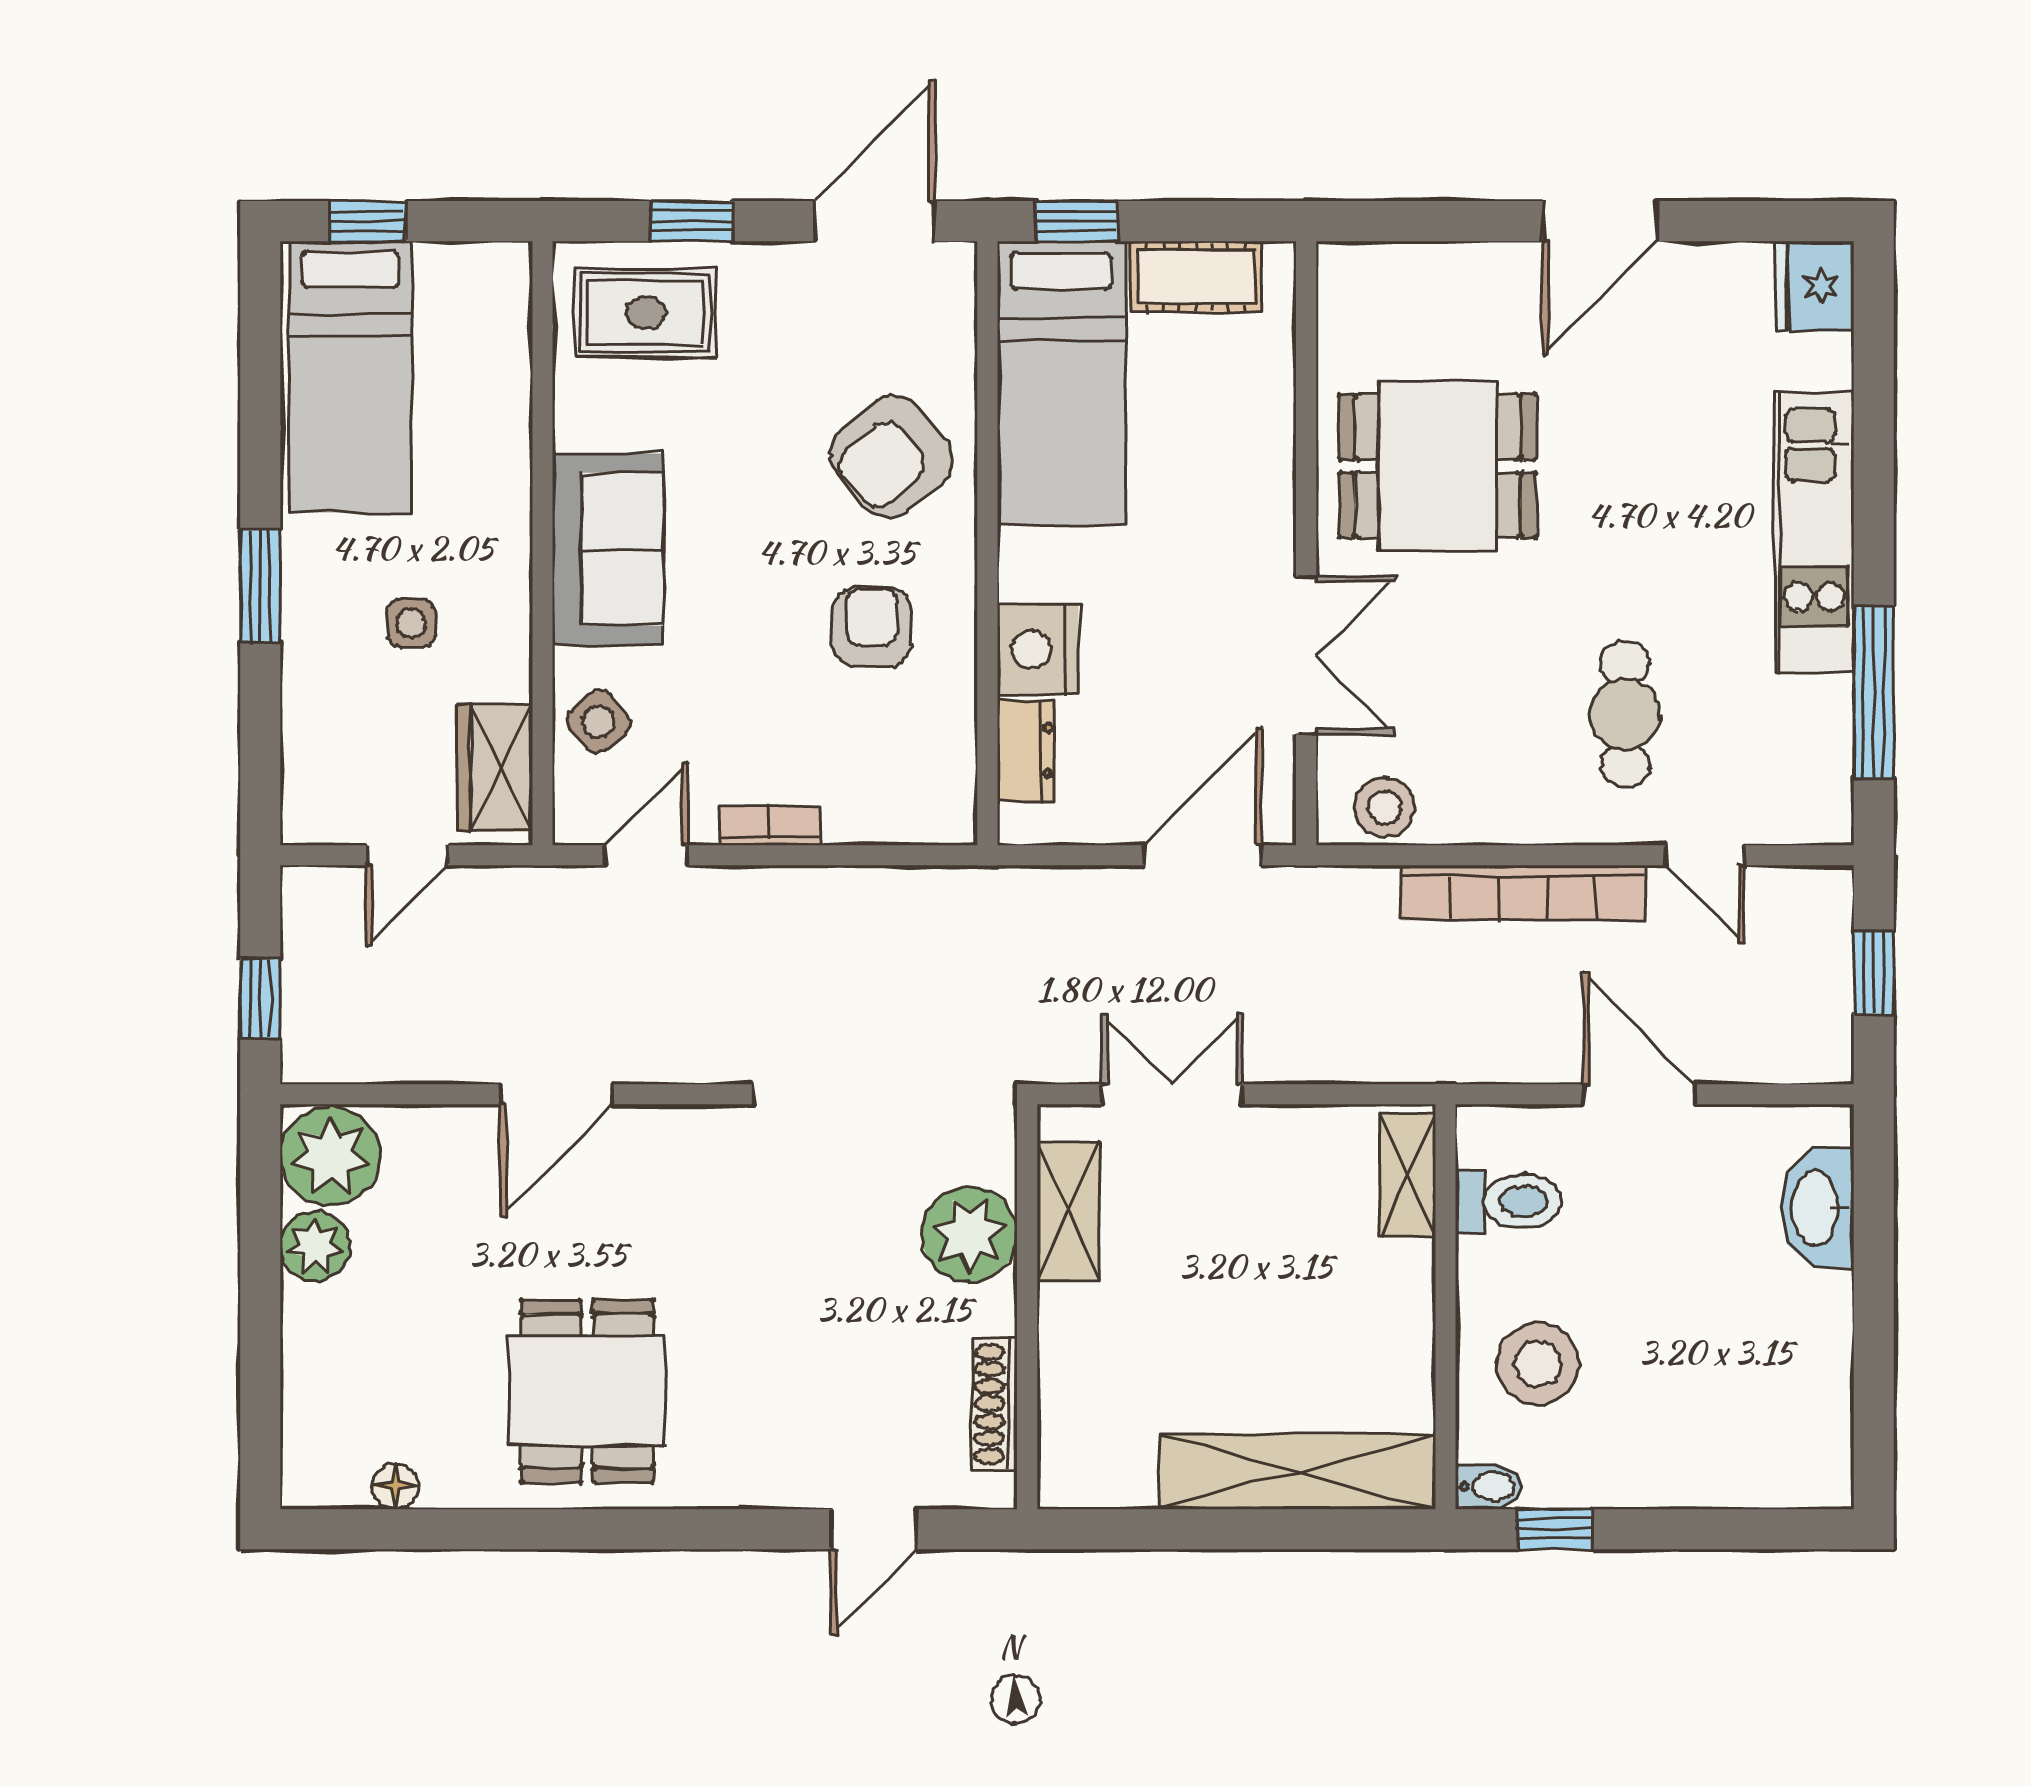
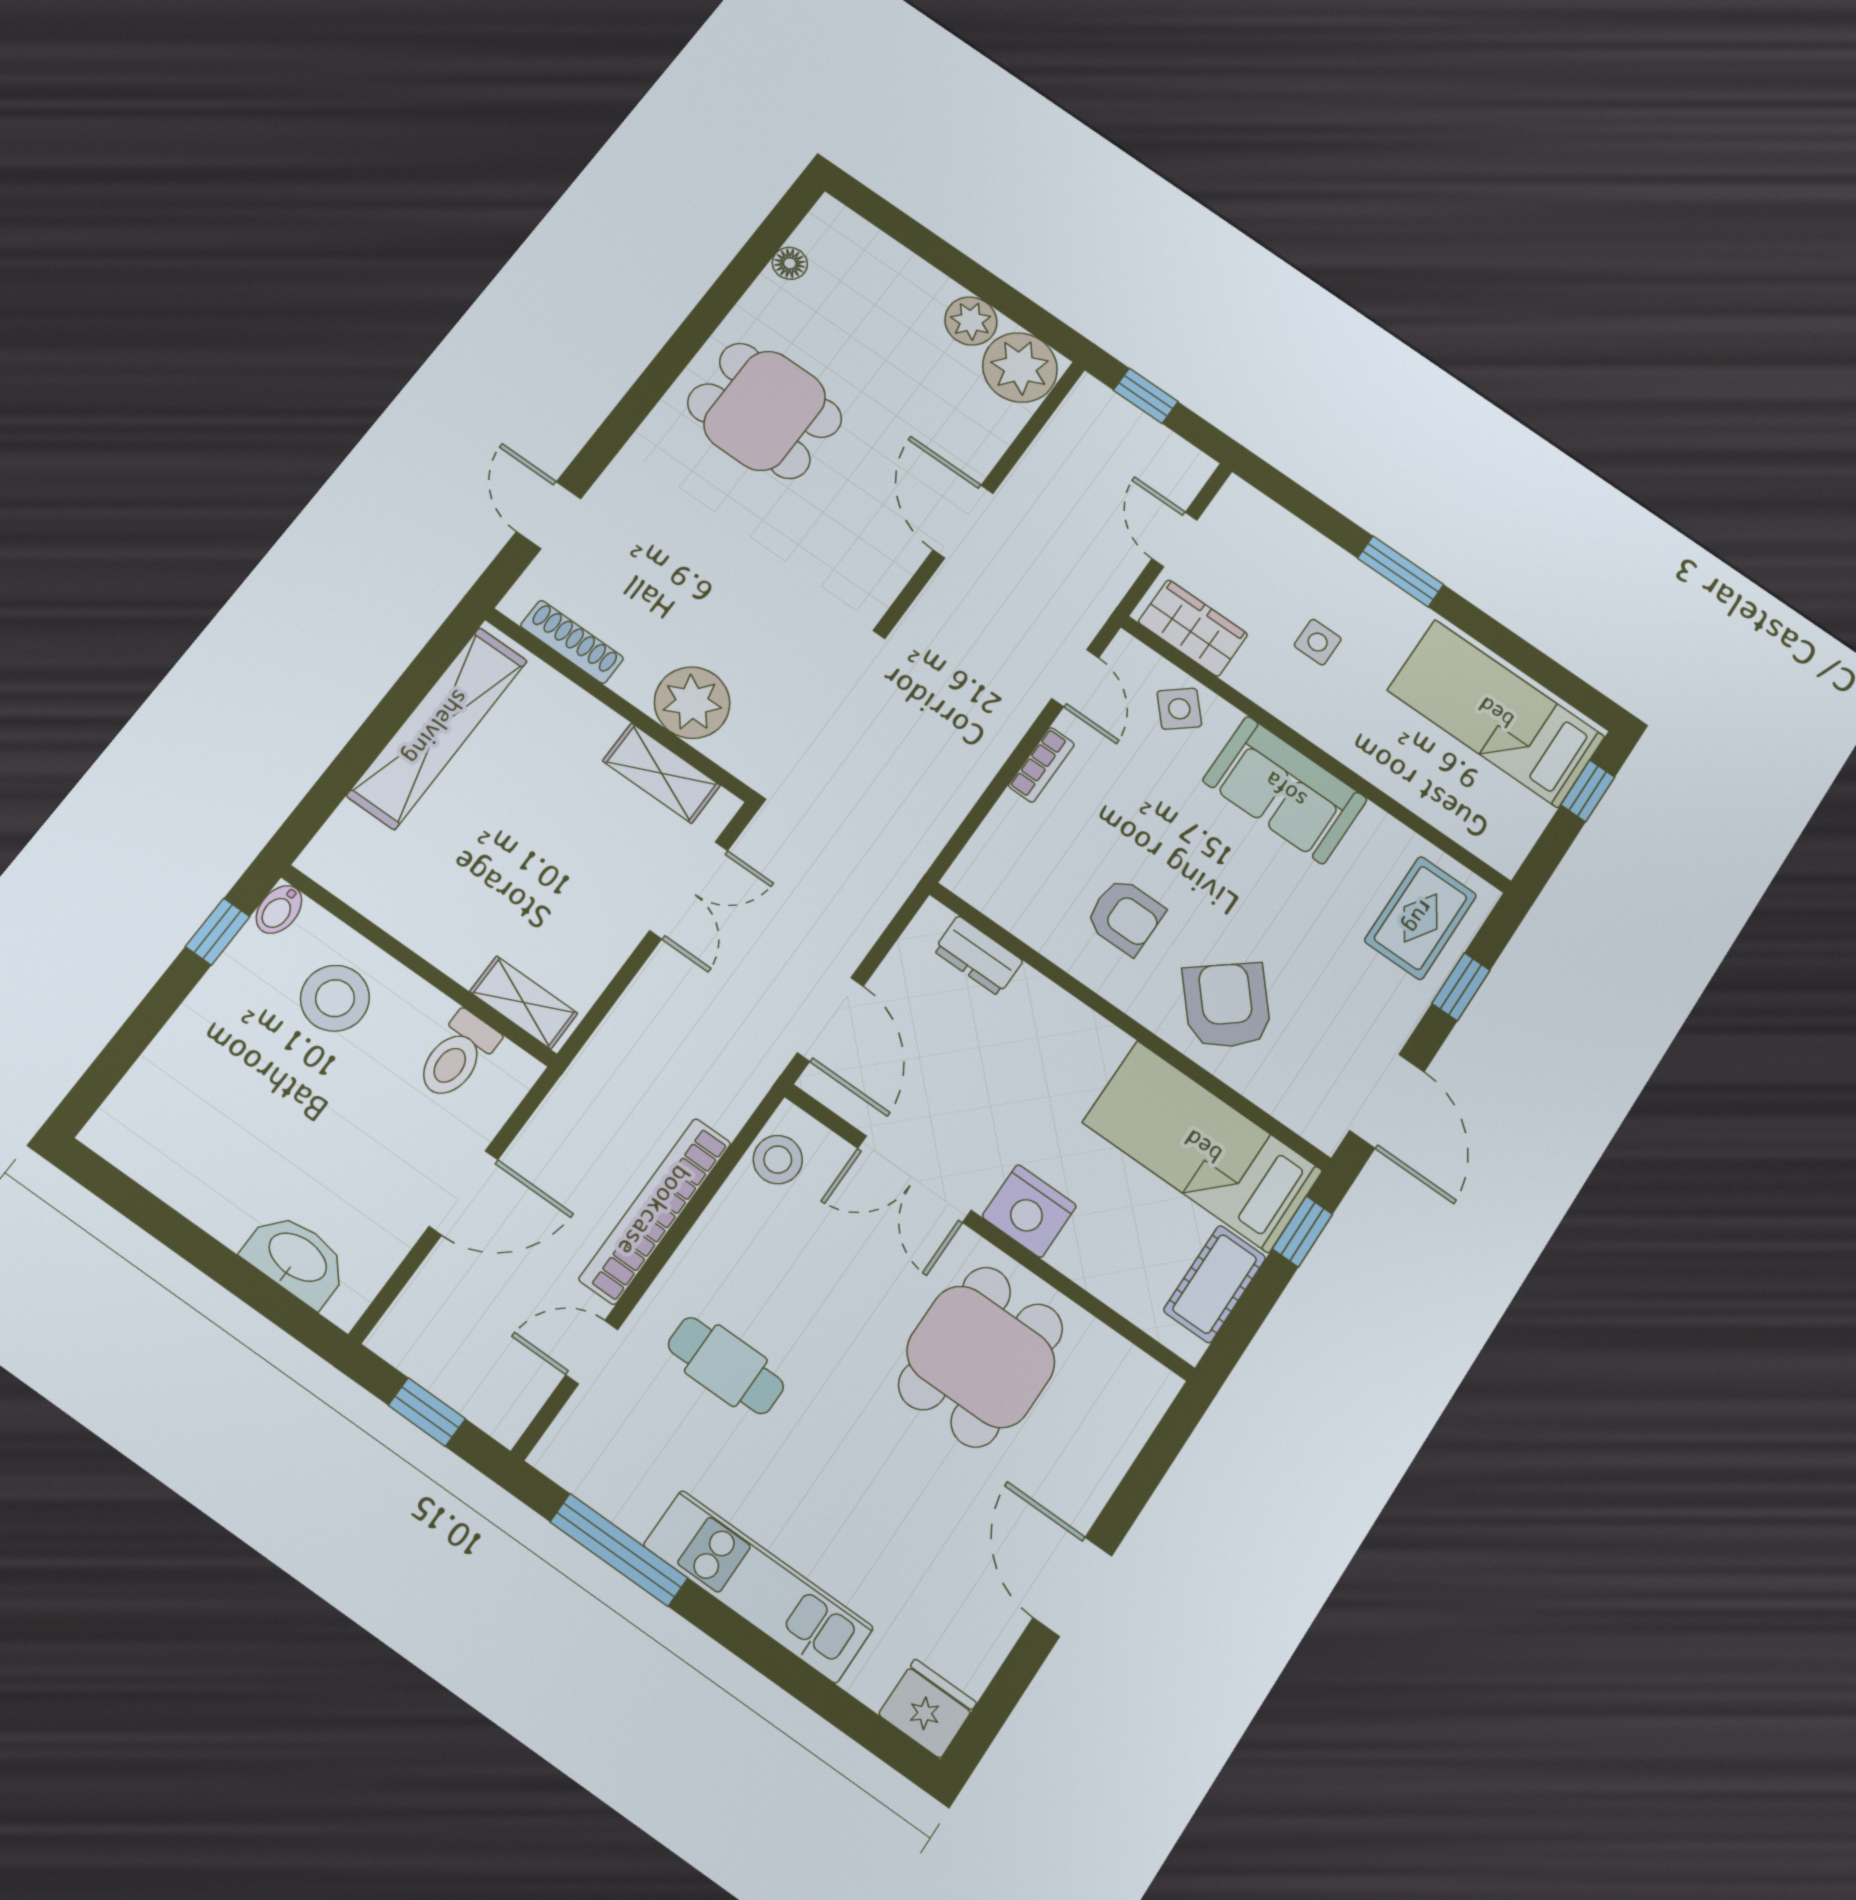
nightstand: (1038, 649) -> (1029, 1211), moved, turned 180
shelving: (1297, 1472) -> (437, 728), moved

